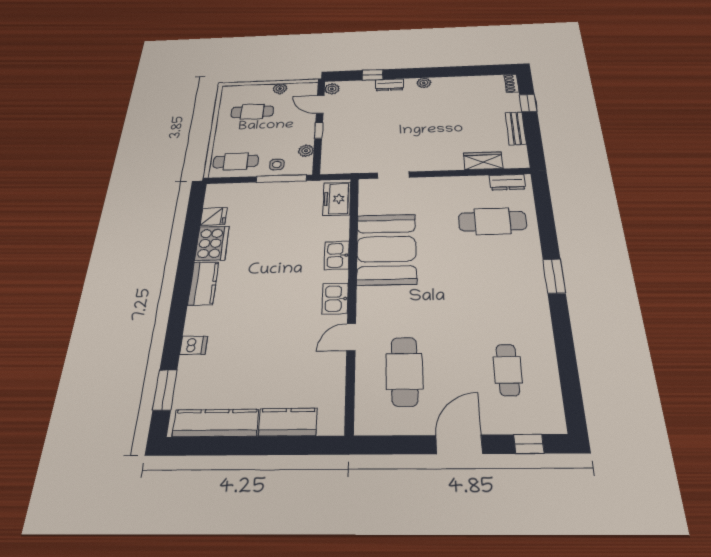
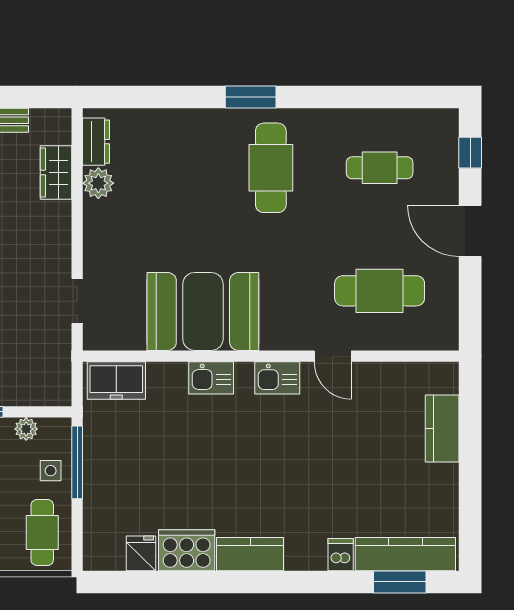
plant: (478, 184) -> (98, 183), added
cafe table: (492, 221) -> (271, 168), moved
kitchen counter: (216, 423) -> (405, 554), moved, turned 90

